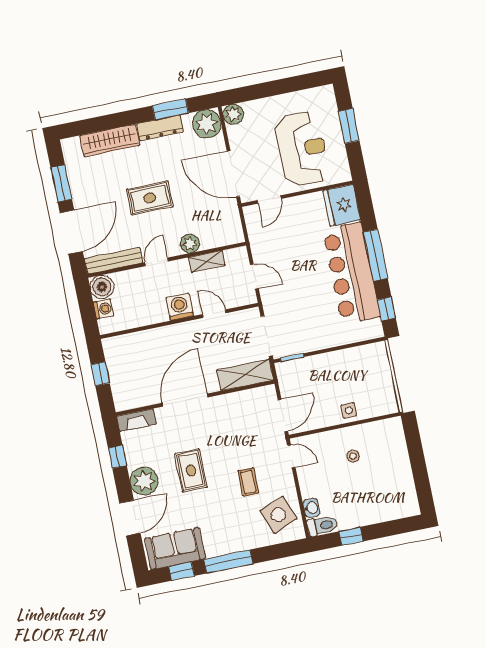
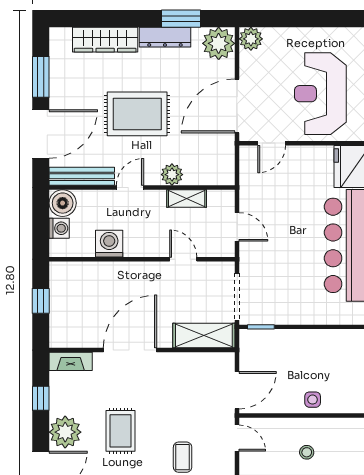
reception desk: (302, 149) -> (320, 94), turned 180
door: (233, 174) -> (237, 106), hinge flipped
rug: (150, 198) -> (137, 114), width x1.36, depth x1.43
washing machine: (180, 307) -> (109, 244), moved

